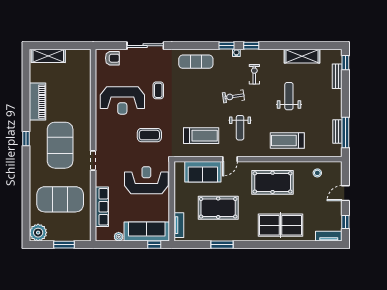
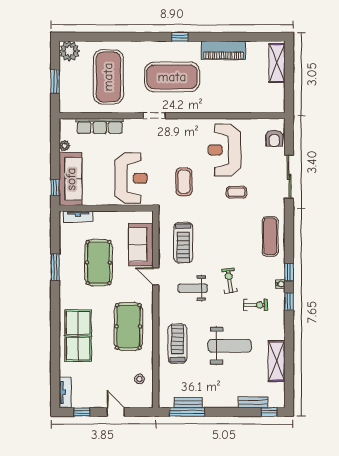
weight bench: (289, 96) -> (230, 346), width x1.36, depth x1.33

